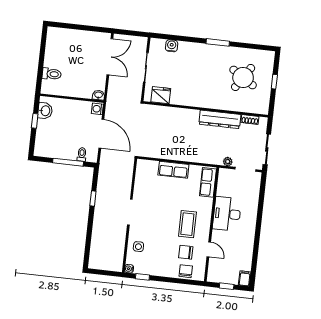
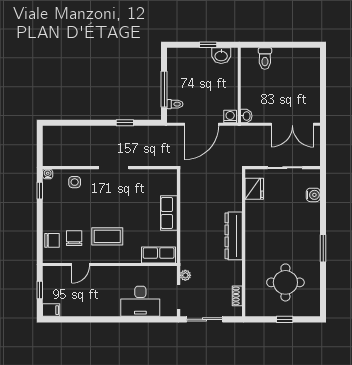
round table: (243, 78) -> (285, 282), turned -33
dresser: (220, 119) -> (234, 236), moved
desk: (227, 214) -> (140, 301), moved, turned 180

